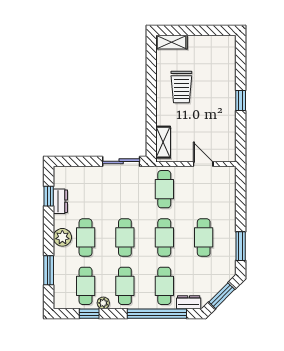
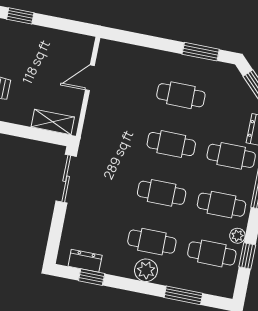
cafe table: (164, 189) -> (111, 132), removed
dresser: (60, 201) -> (85, 261), moved

